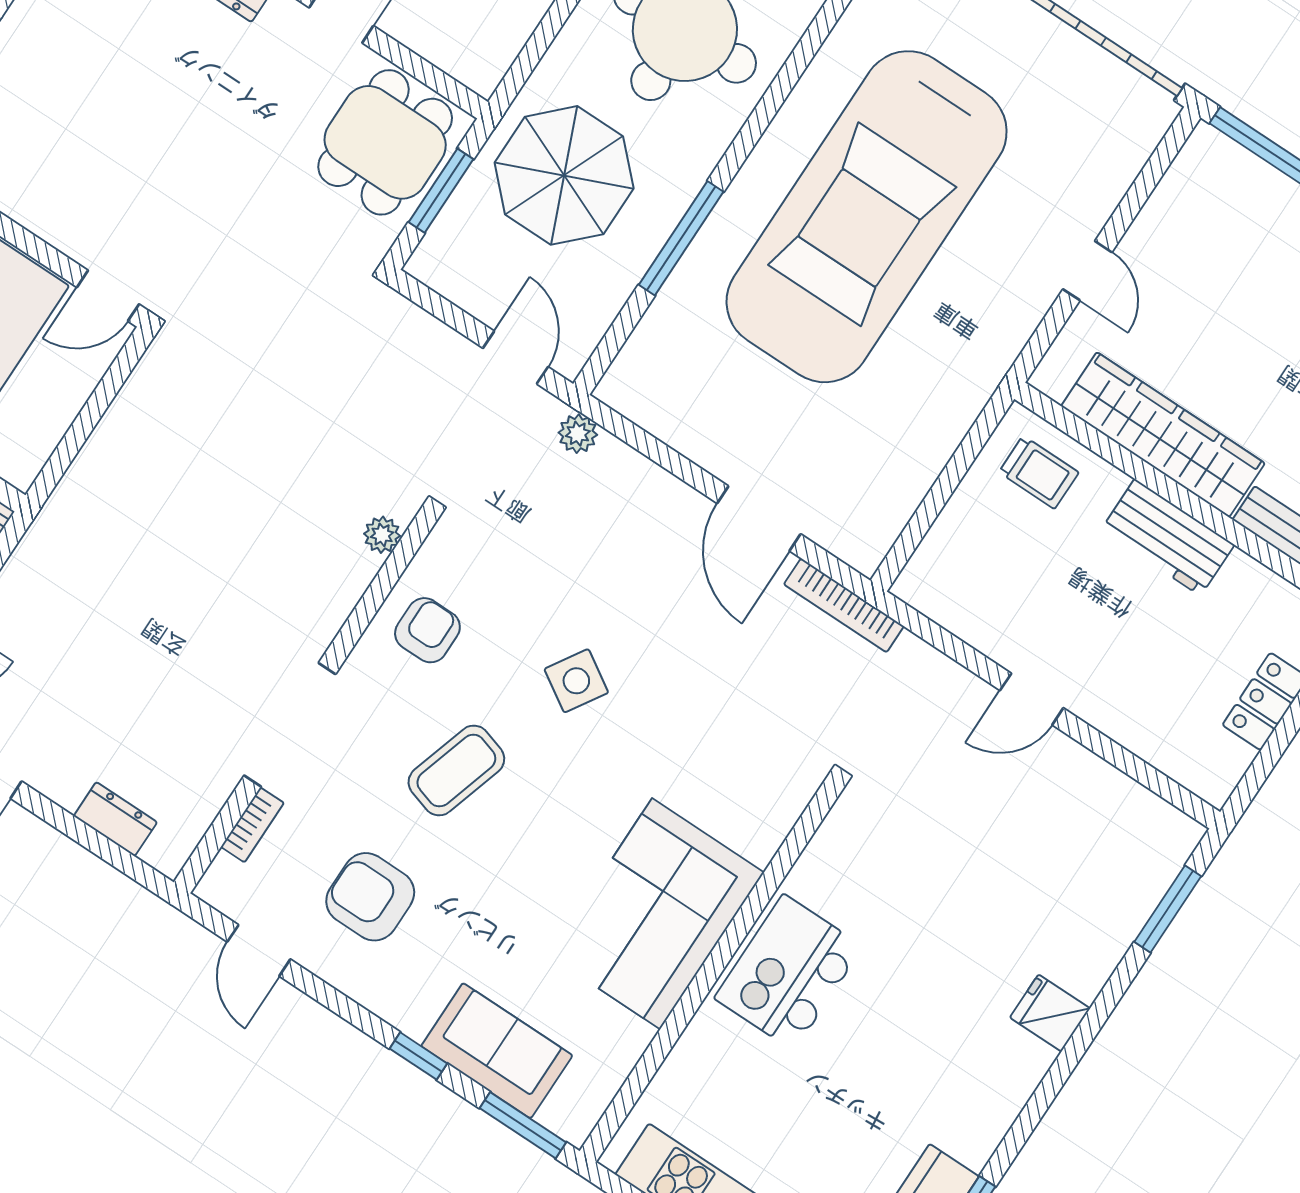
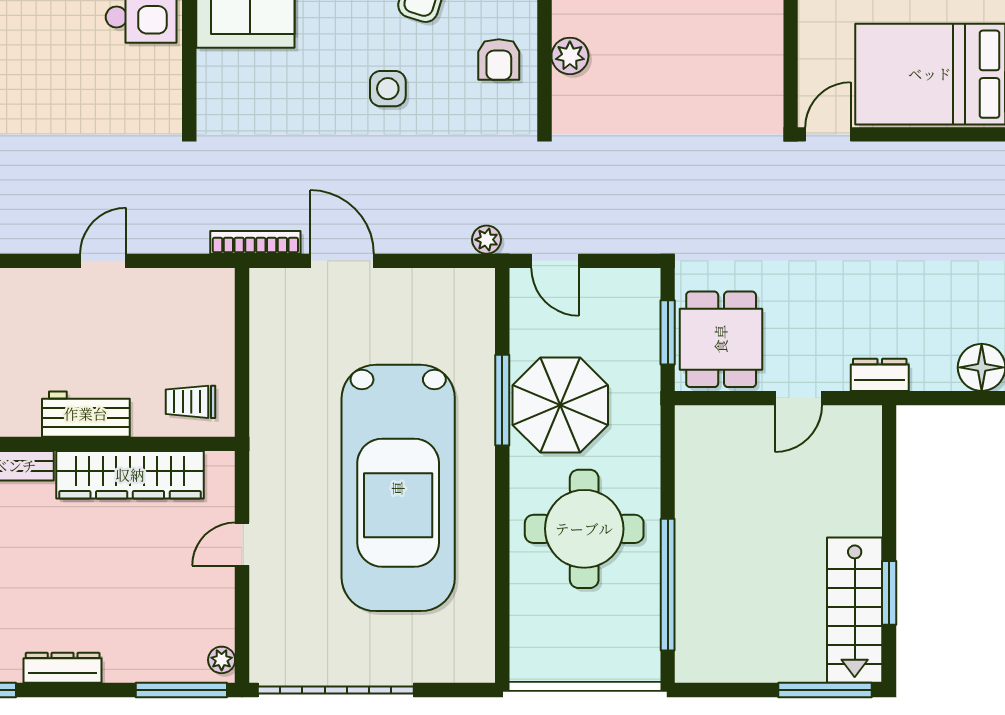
plant: (1198, 154) -> (222, 660), added
parasol: (564, 175) -> (560, 405), moved
car: (867, 217) -> (398, 488), turned 180
door: (1087, 271) -> (242, 544), hinge flipped
plant: (382, 535) -> (570, 56), moved, width x1.38, depth x1.38
side table: (576, 681) -> (388, 89), turned -32

